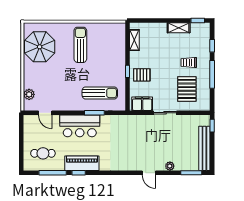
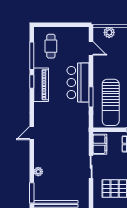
sun lounger: (100, 93) -> (111, 102), width x1.36, depth x1.34
door: (45, 113) -> (91, 48), swing flipped
door: (149, 173) -> (32, 133), moved

